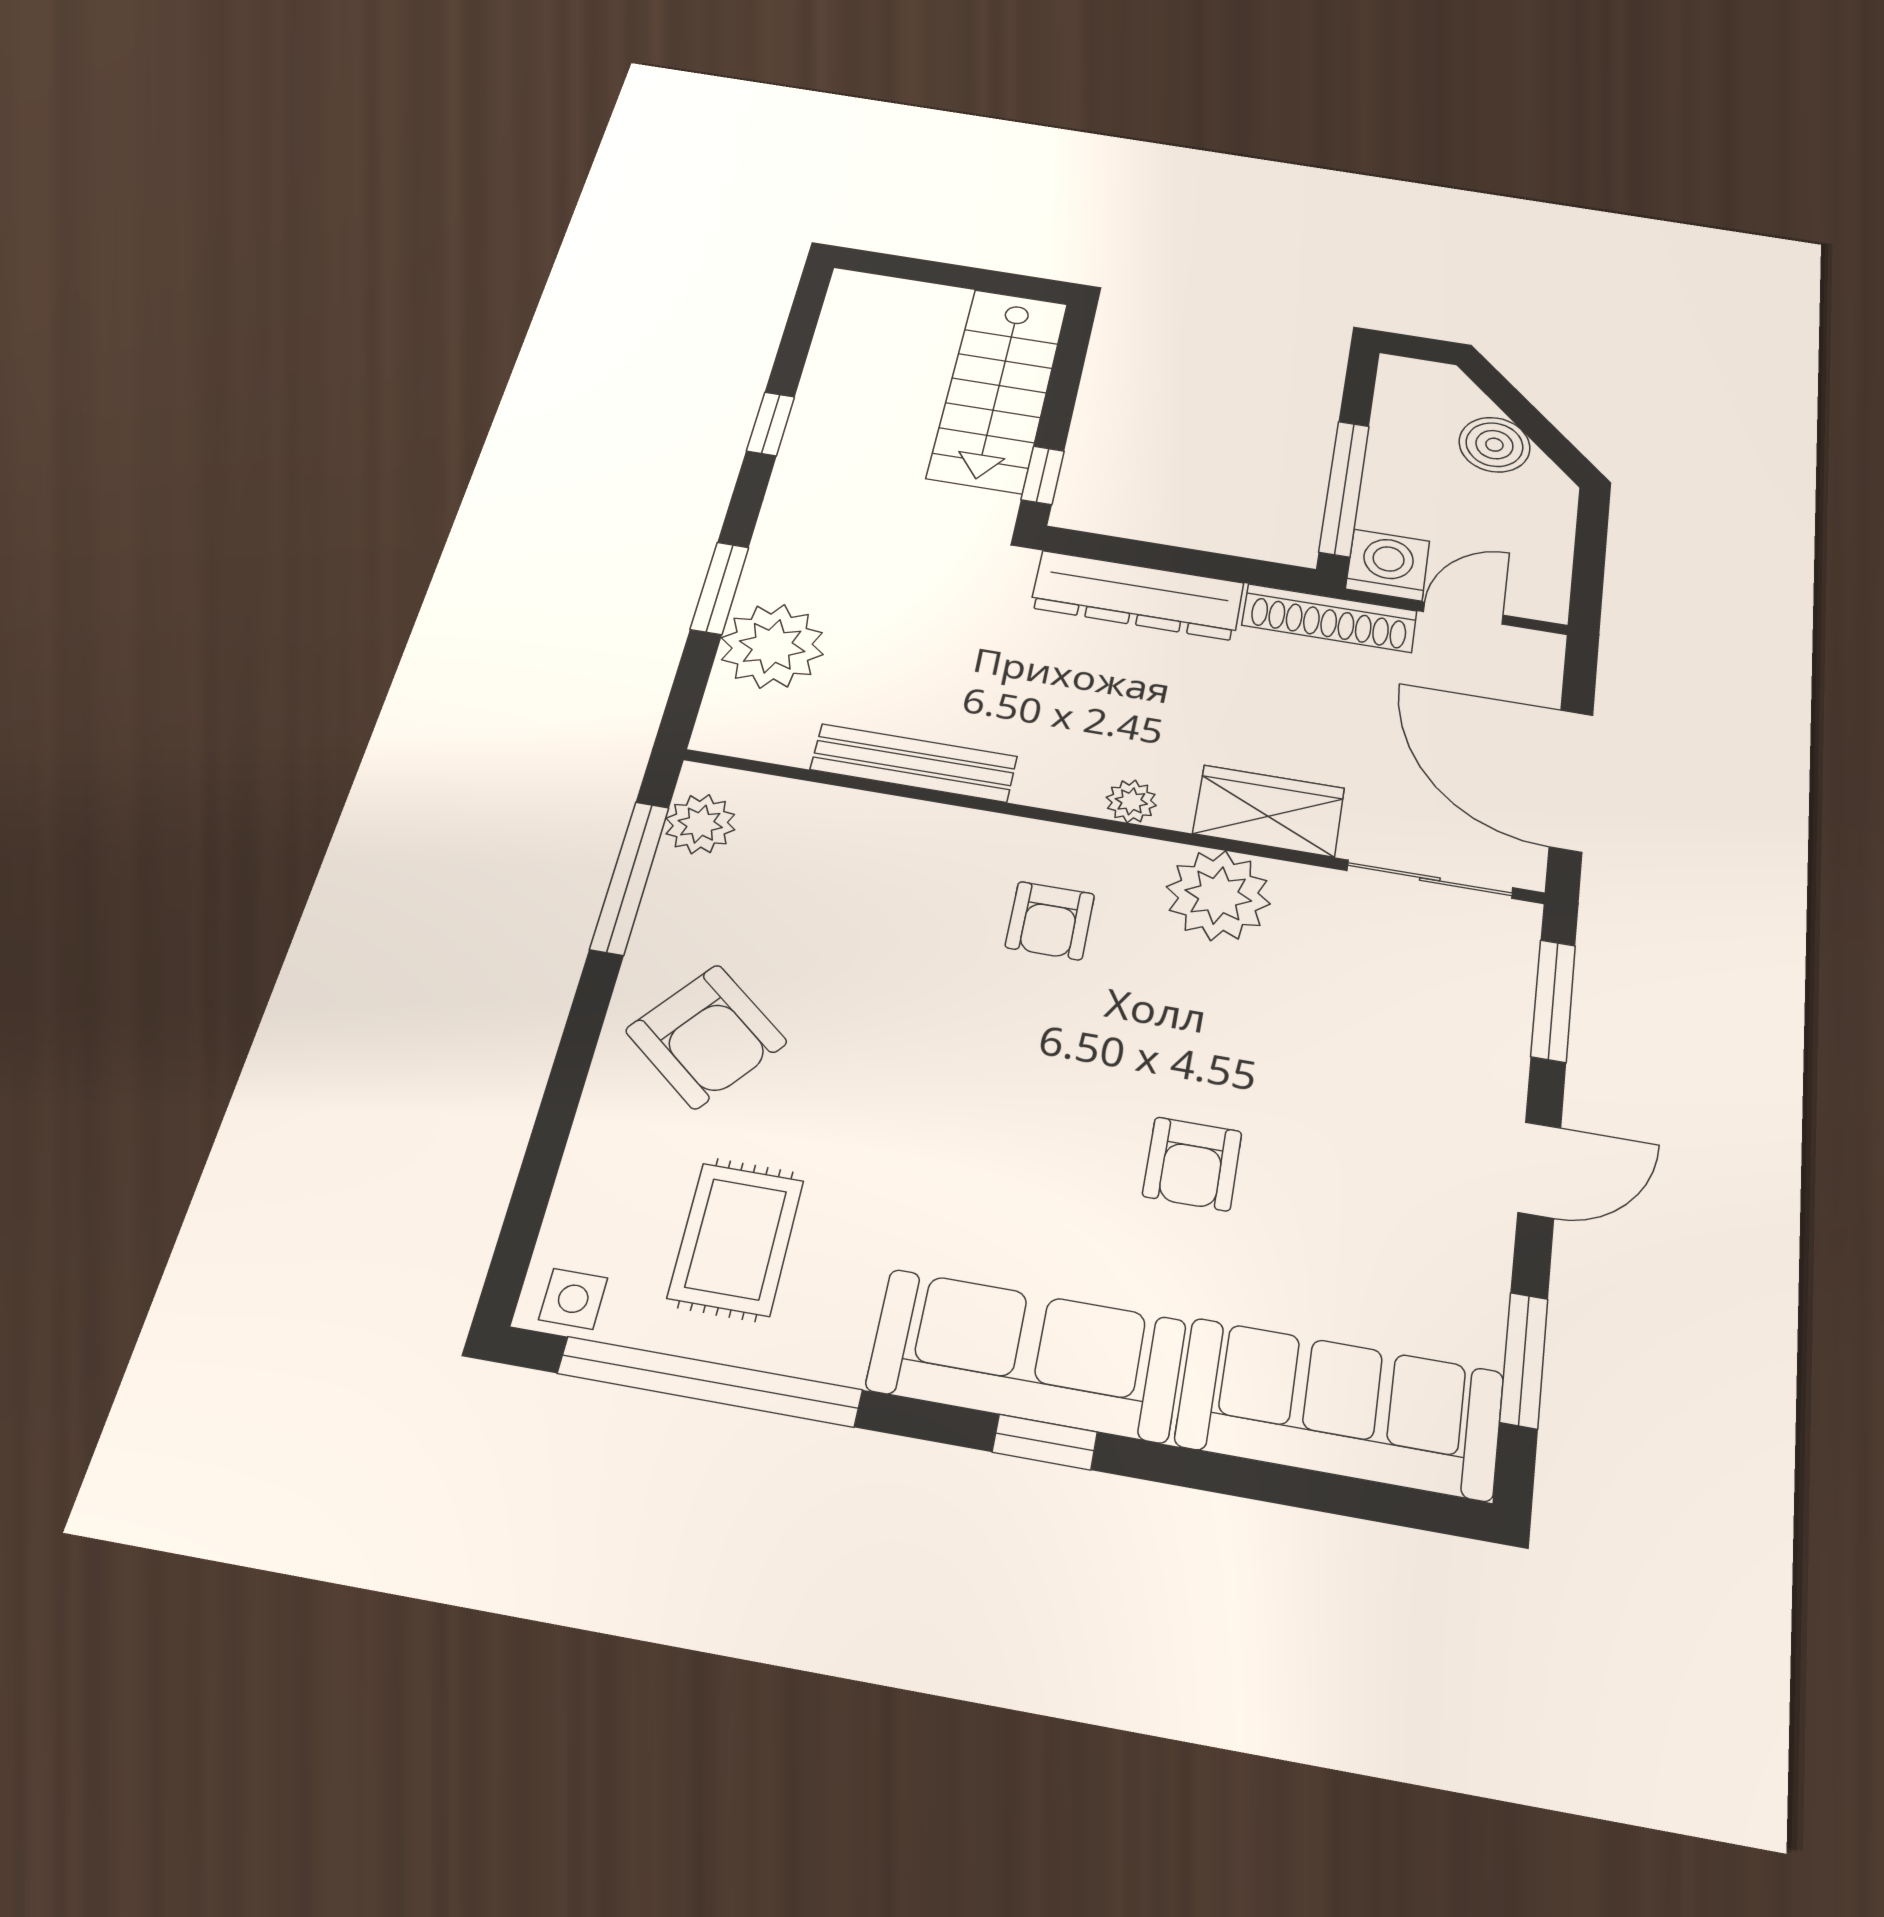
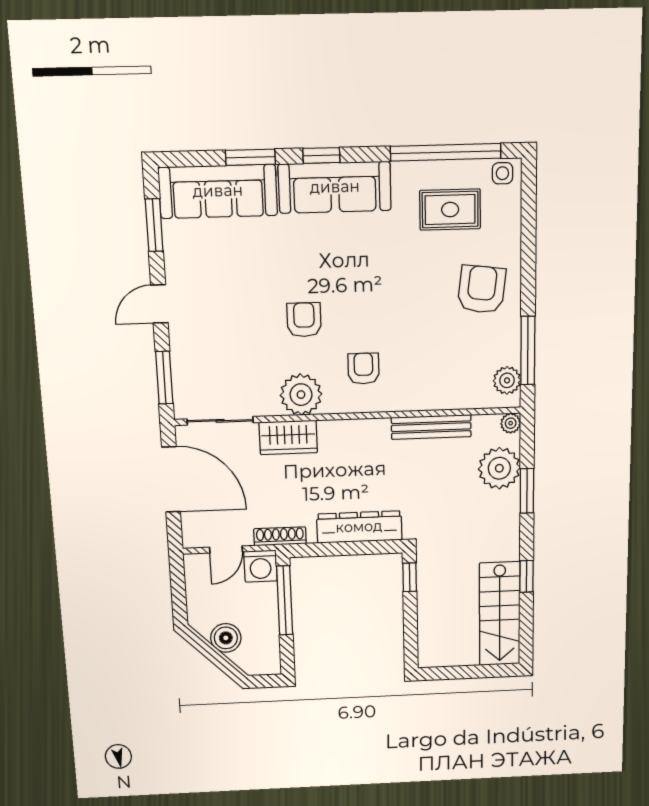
stairs: (998, 389) -> (500, 614), moved, turned 180
shoe rack: (1329, 618) -> (280, 536), width x0.74, depth x0.81
plant: (1131, 801) -> (511, 423), moved
armchair: (706, 1036) -> (482, 289), turned 58
armchair: (1192, 1164) -> (304, 320), moved
rug: (736, 1239) -> (450, 210), turned 90
window: (1237, 1477) -> (250, 157), added

